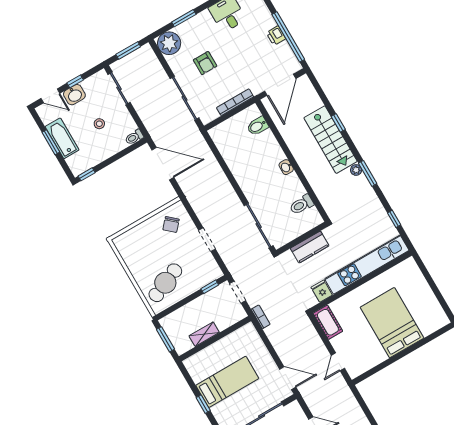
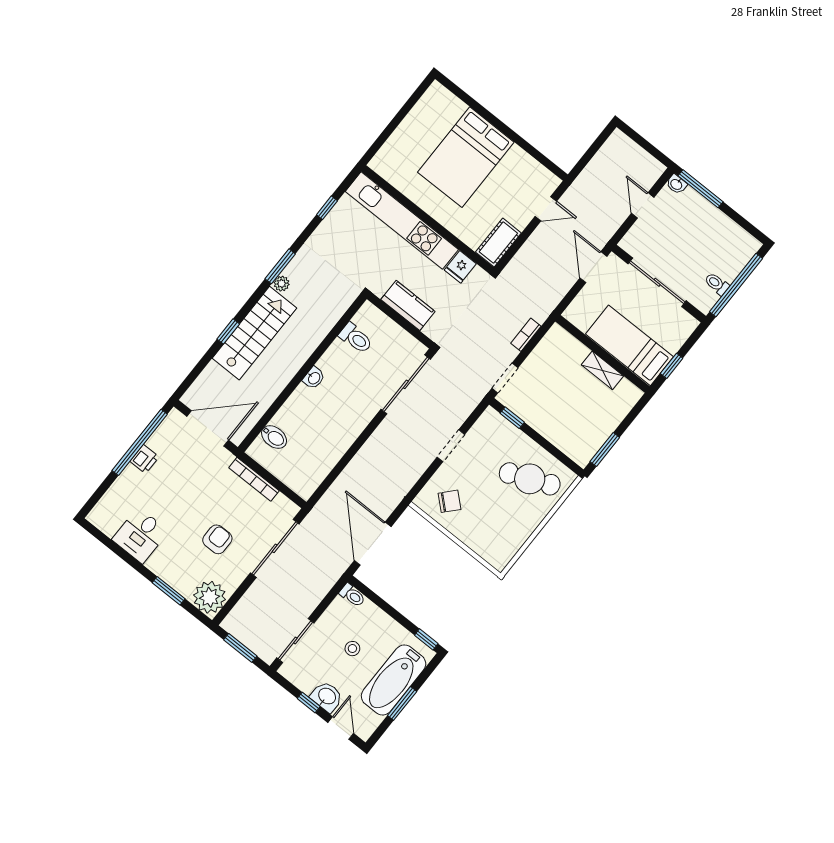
bathtub: (62, 138) -> (394, 680), width x1.36, depth x1.36
shelving: (204, 334) -> (602, 370), moved
wall: (215, 339) -> (603, 354), moved

